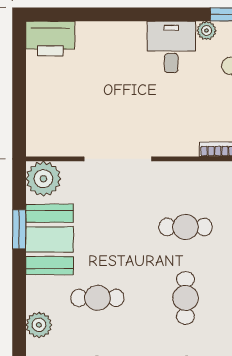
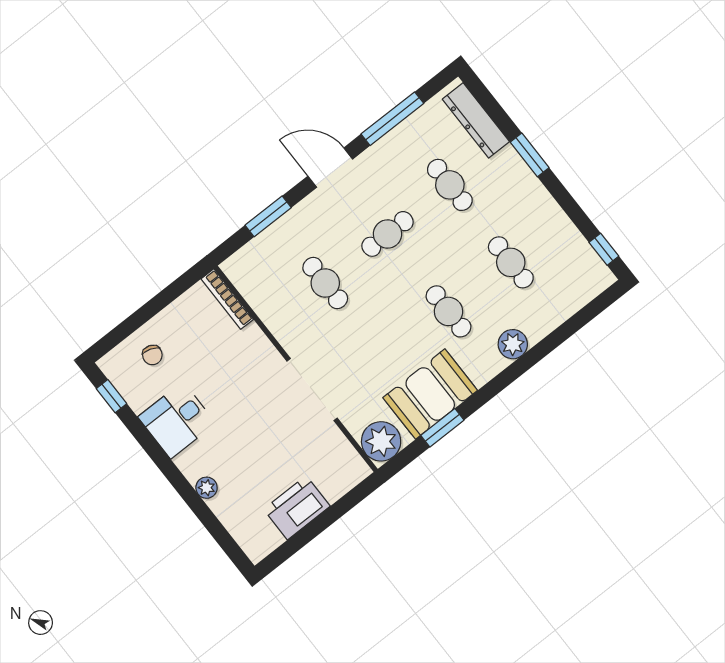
plant: (207, 31) -> (207, 488), moved
printer: (50, 39) -> (297, 508), moved, turned -90

